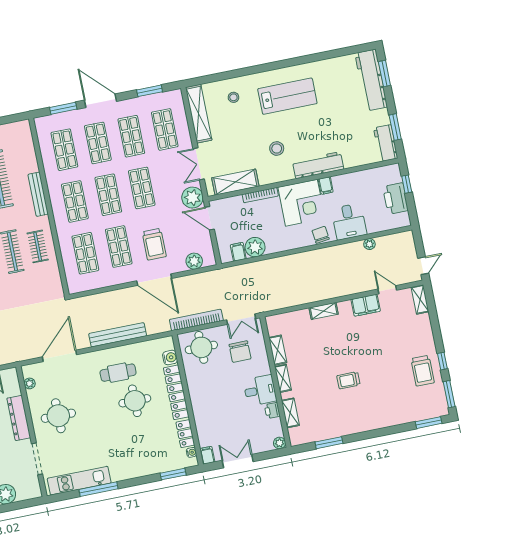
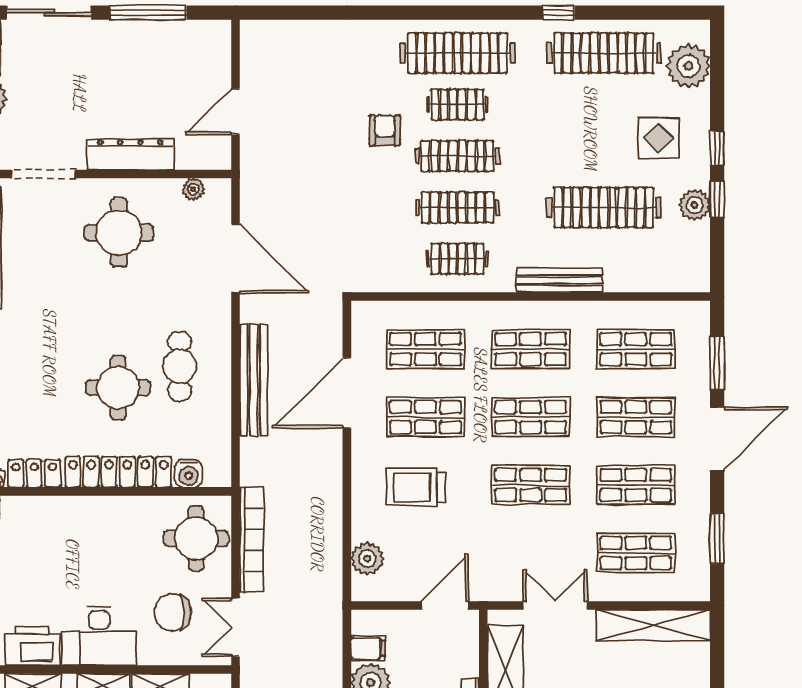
plant: (192, 198) -> (492, 580), removed
door: (154, 280) -> (347, 393), moved
desk: (260, 390) -> (99, 636), width x1.37
printer: (272, 410) -> (32, 646), width x1.87, depth x1.48

